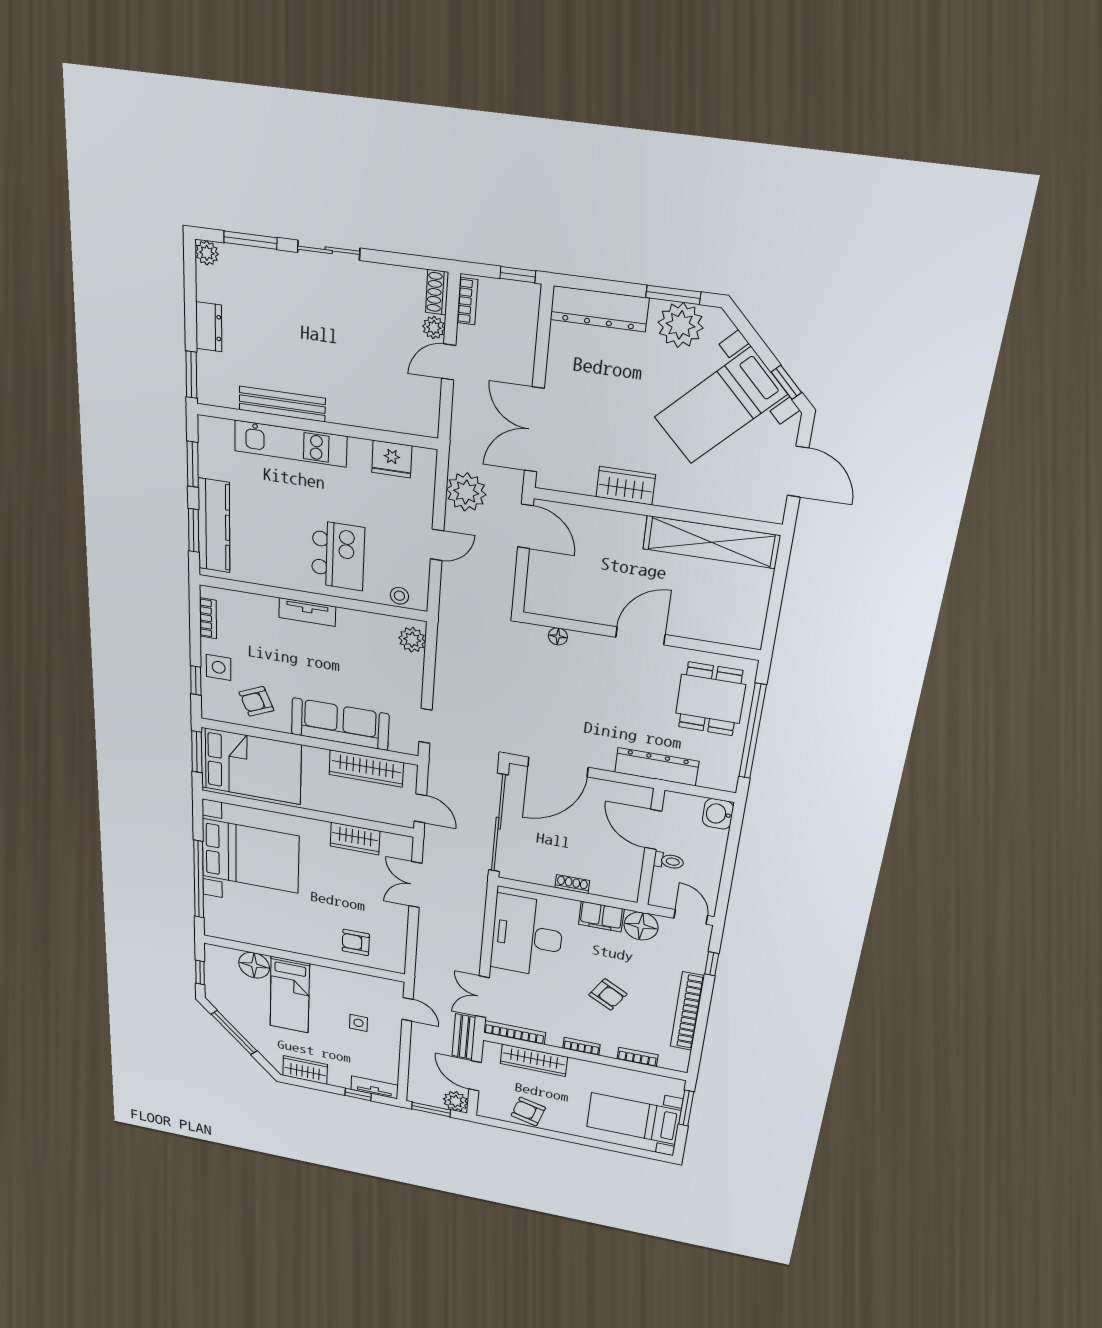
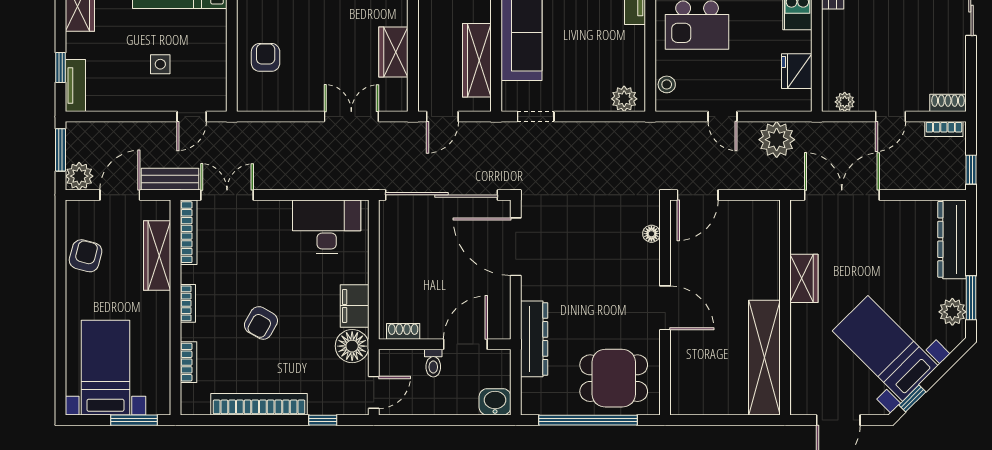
plant: (681, 325) -> (952, 312), width x0.73, depth x0.73
plant: (434, 328) -> (845, 102), moved
door: (449, 362) -> (890, 117), swing flipped
door: (525, 526) -> (698, 195), moved
shoe rack: (572, 884) -> (403, 331), moved, turned -90
desk: (527, 936) -> (327, 227), width x0.73, depth x0.77

